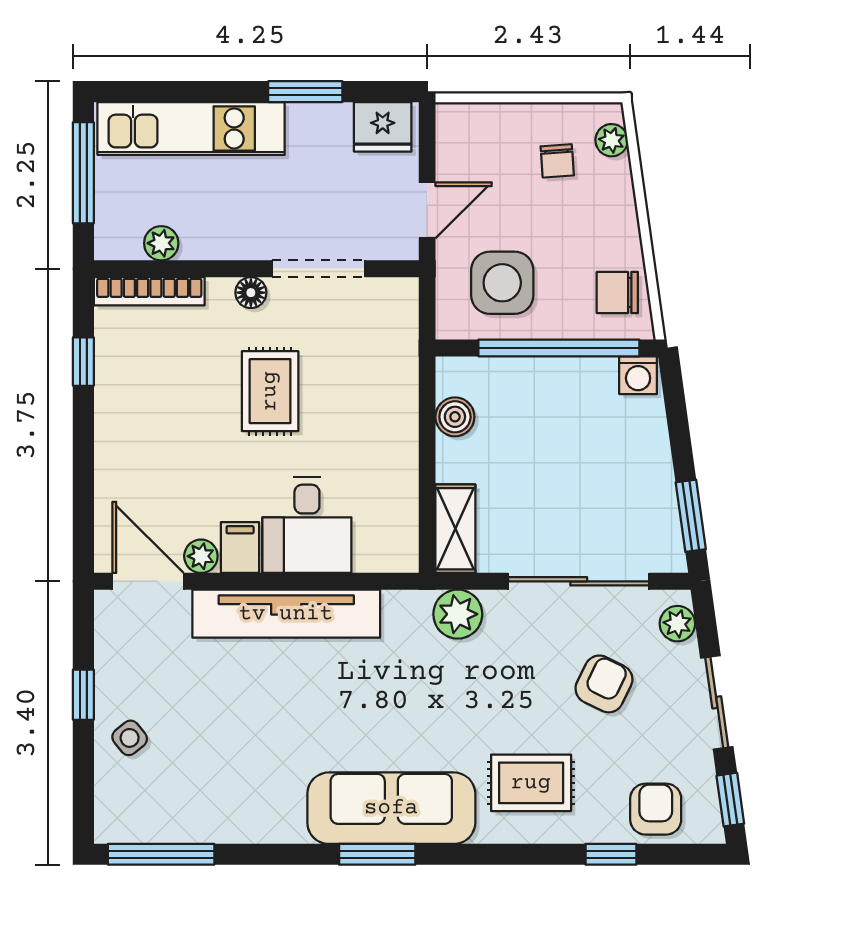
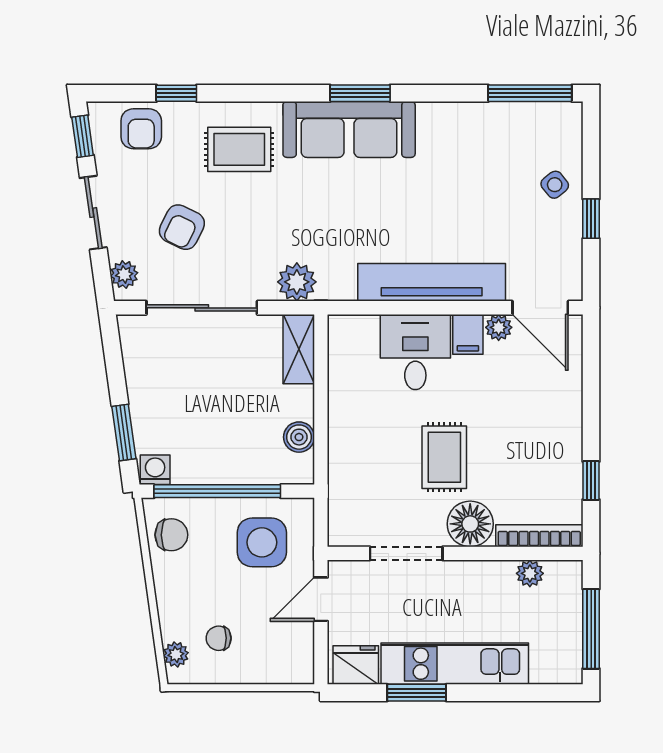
kitchen unit: (191, 128) -> (455, 664), moved
chair: (557, 161) -> (219, 638), turned -86
floor lamp: (251, 293) -> (470, 524), width x1.89, depth x1.89
window: (691, 516) -> (124, 432), moved

